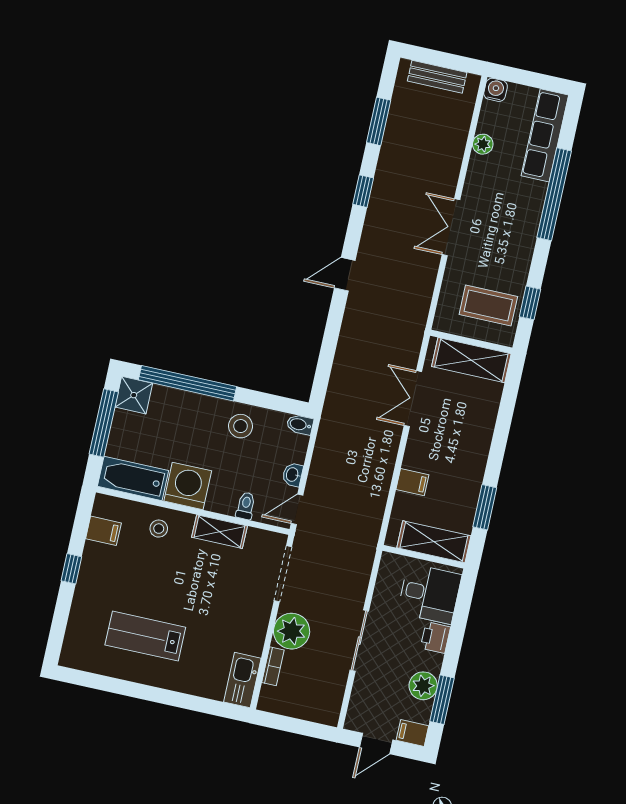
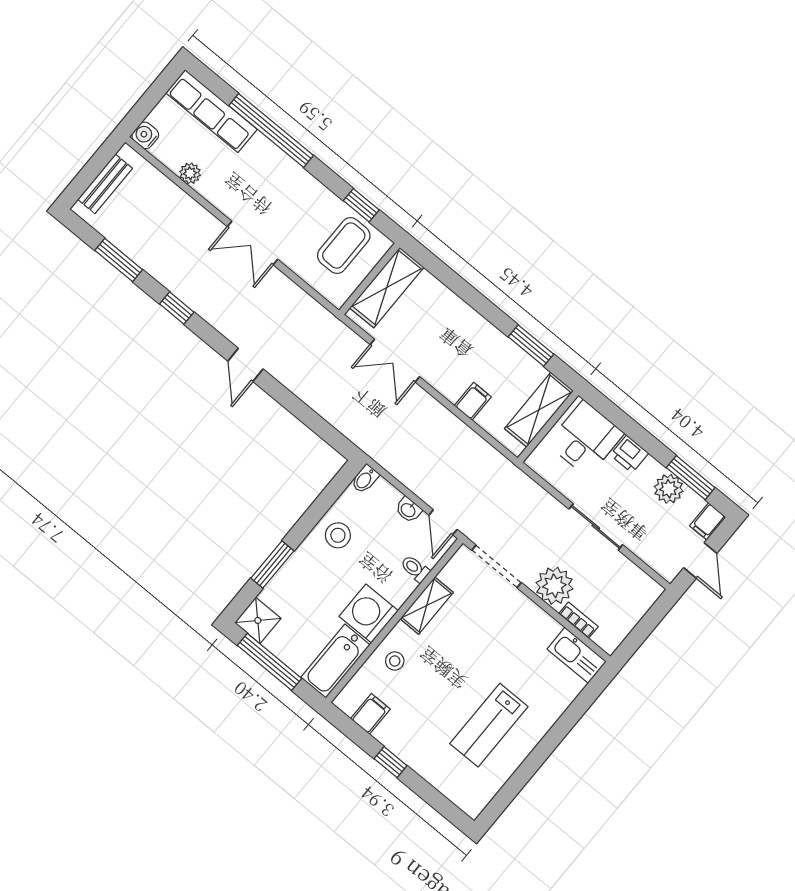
window: (187, 383) -> (272, 564), width x0.47

